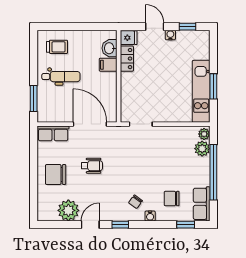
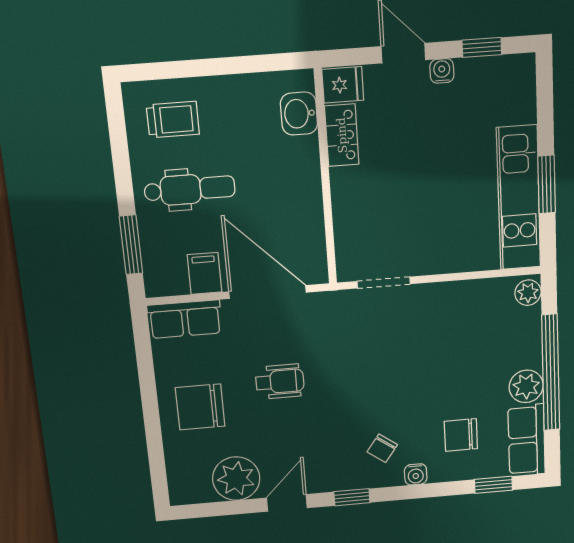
filing cabinet: (108, 65) -> (205, 273), moved, turned 90
plant: (202, 149) -> (526, 386), moved

